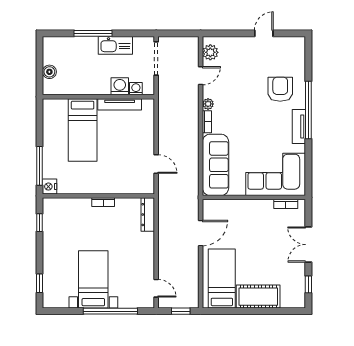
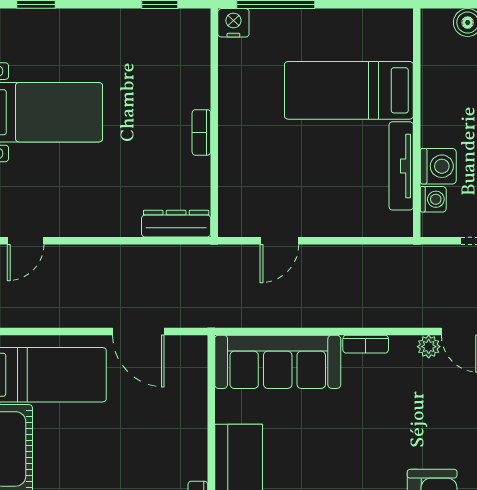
plant: (208, 104) -> (429, 347), moved

